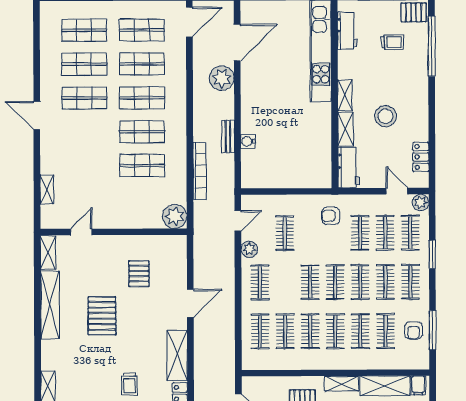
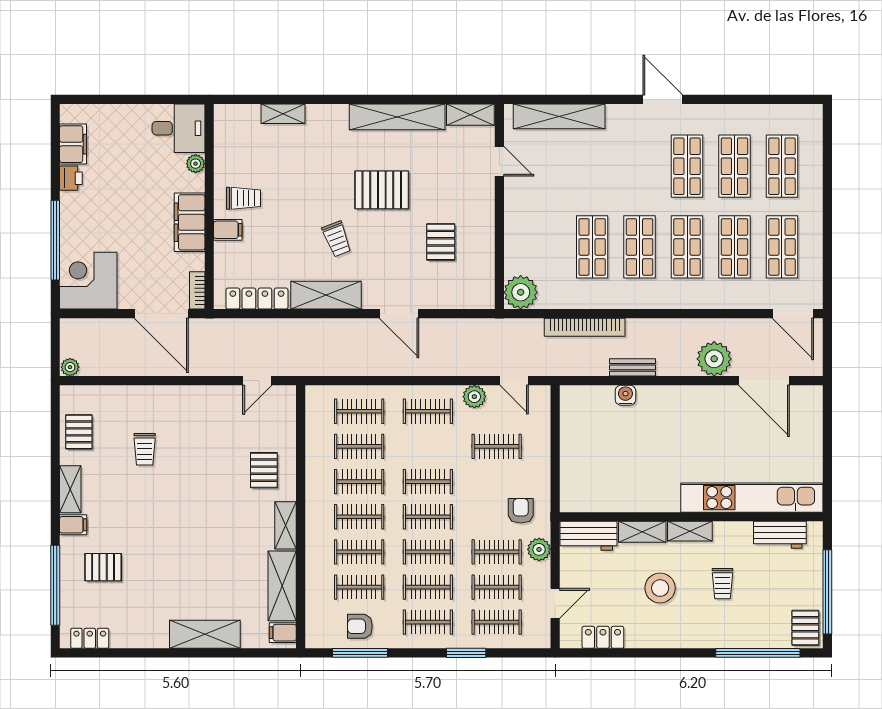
trolley: (392, 42) -> (722, 584), moved
door: (37, 115) -> (663, 99), hinge flipped
shelving: (47, 189) -> (559, 116), width x2.20, depth x1.33
plant: (421, 202) -> (539, 549), moved
pallet: (139, 274) -> (441, 242), turned 90
trolley: (129, 384) -> (337, 239), moved, turned -111

